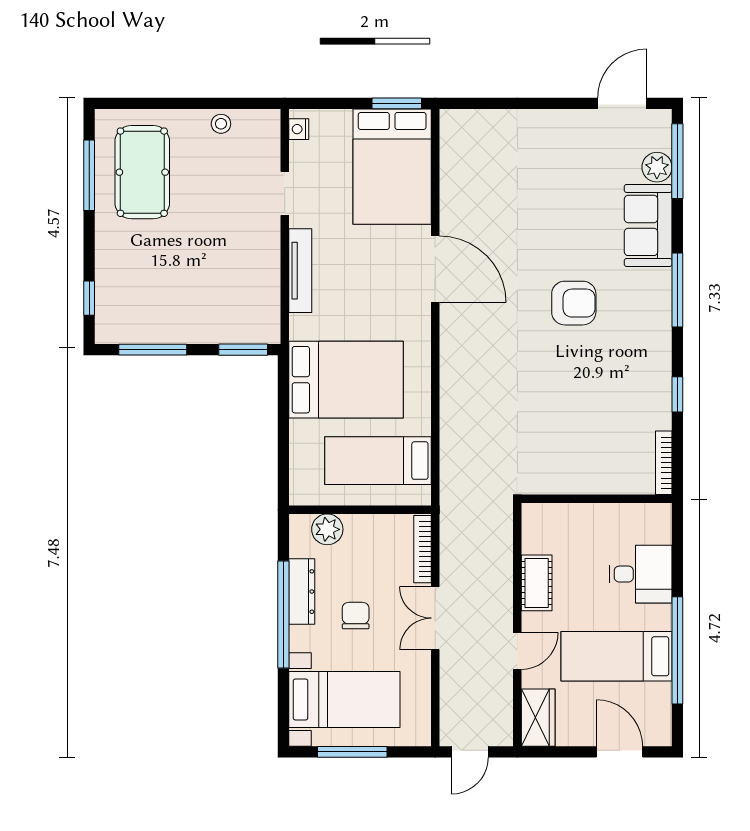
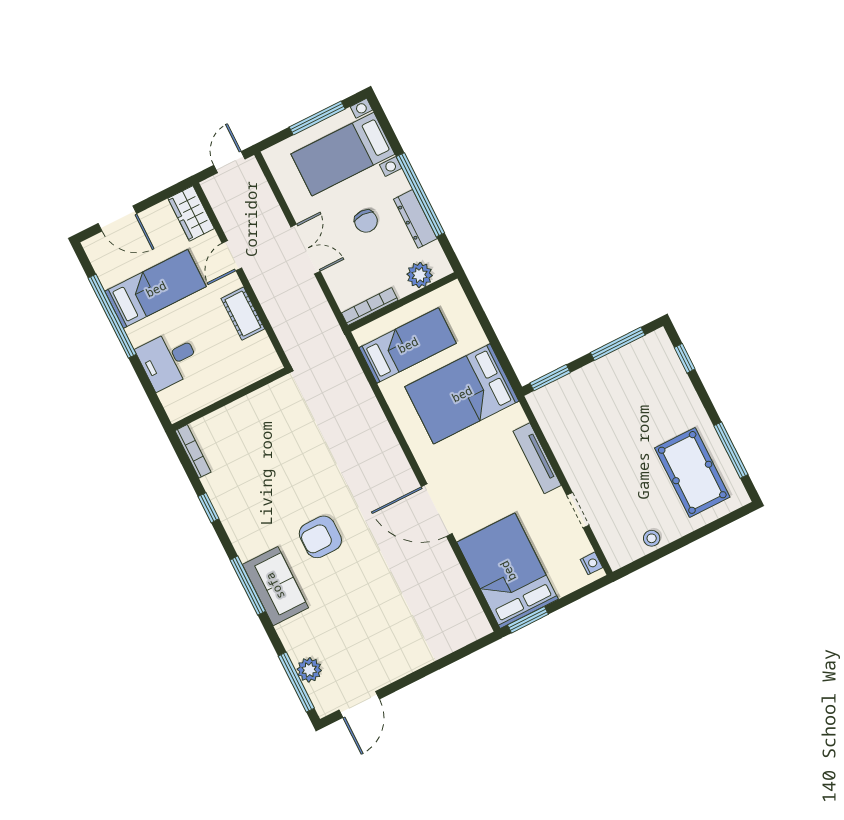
sofa: (648, 225) -> (275, 586), moved
bookcase: (423, 549) -> (370, 307), moved, turned -90

